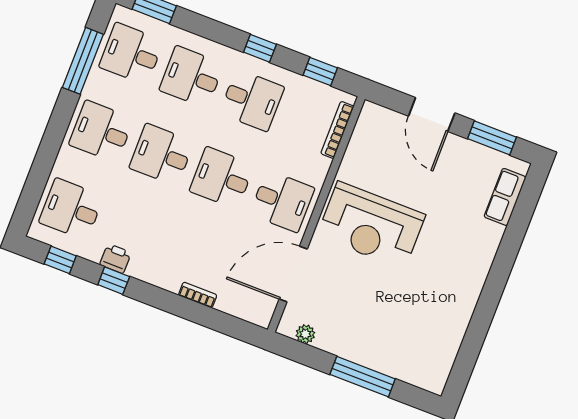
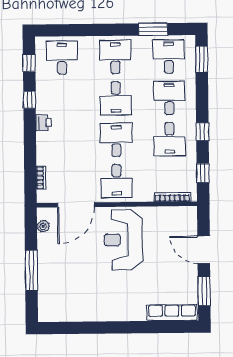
window: (83, 61) -> (153, 29), width x0.69
door: (432, 115) -> (204, 250), hinge flipped
desk: (162, 155) -> (116, 98), turned 180
row of seats: (505, 197) -> (172, 313), width x1.48
printer: (115, 259) -> (43, 123), moved
door: (293, 274) -> (76, 205), swing flipped
bookcase: (198, 295) -> (41, 178), moved

